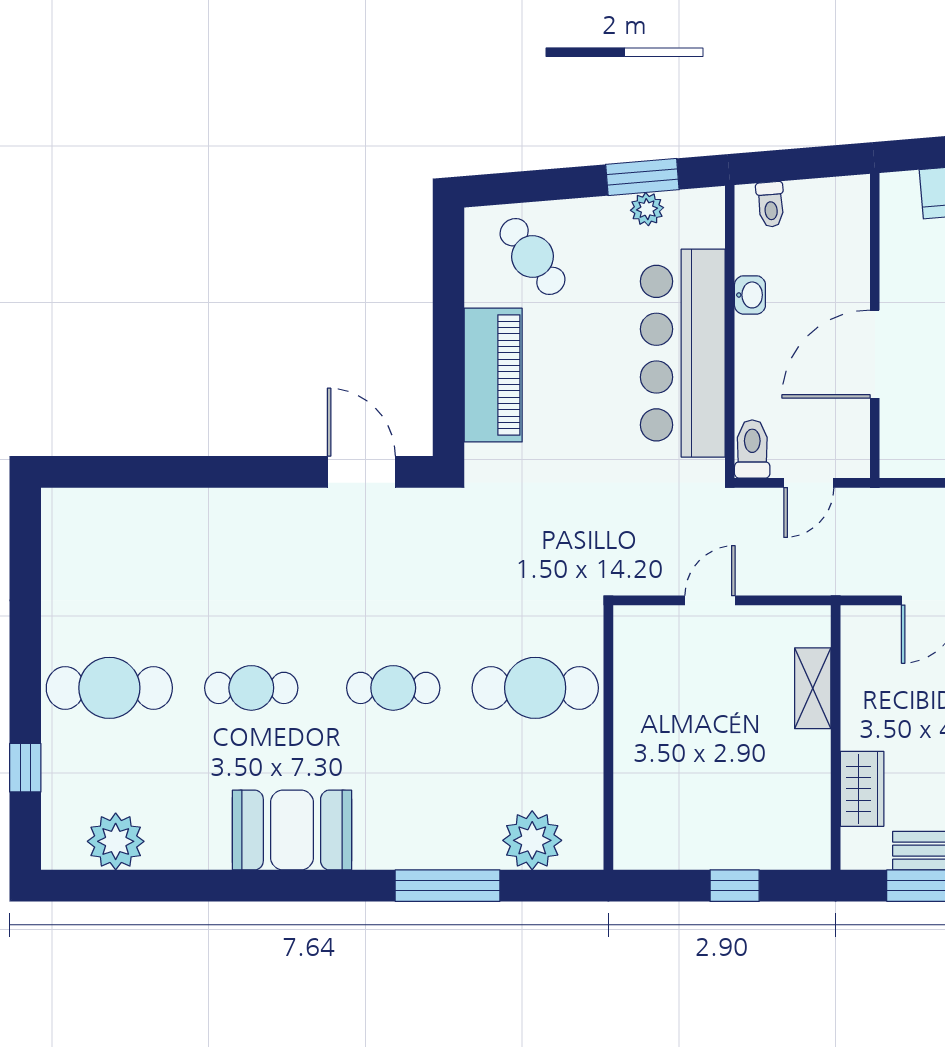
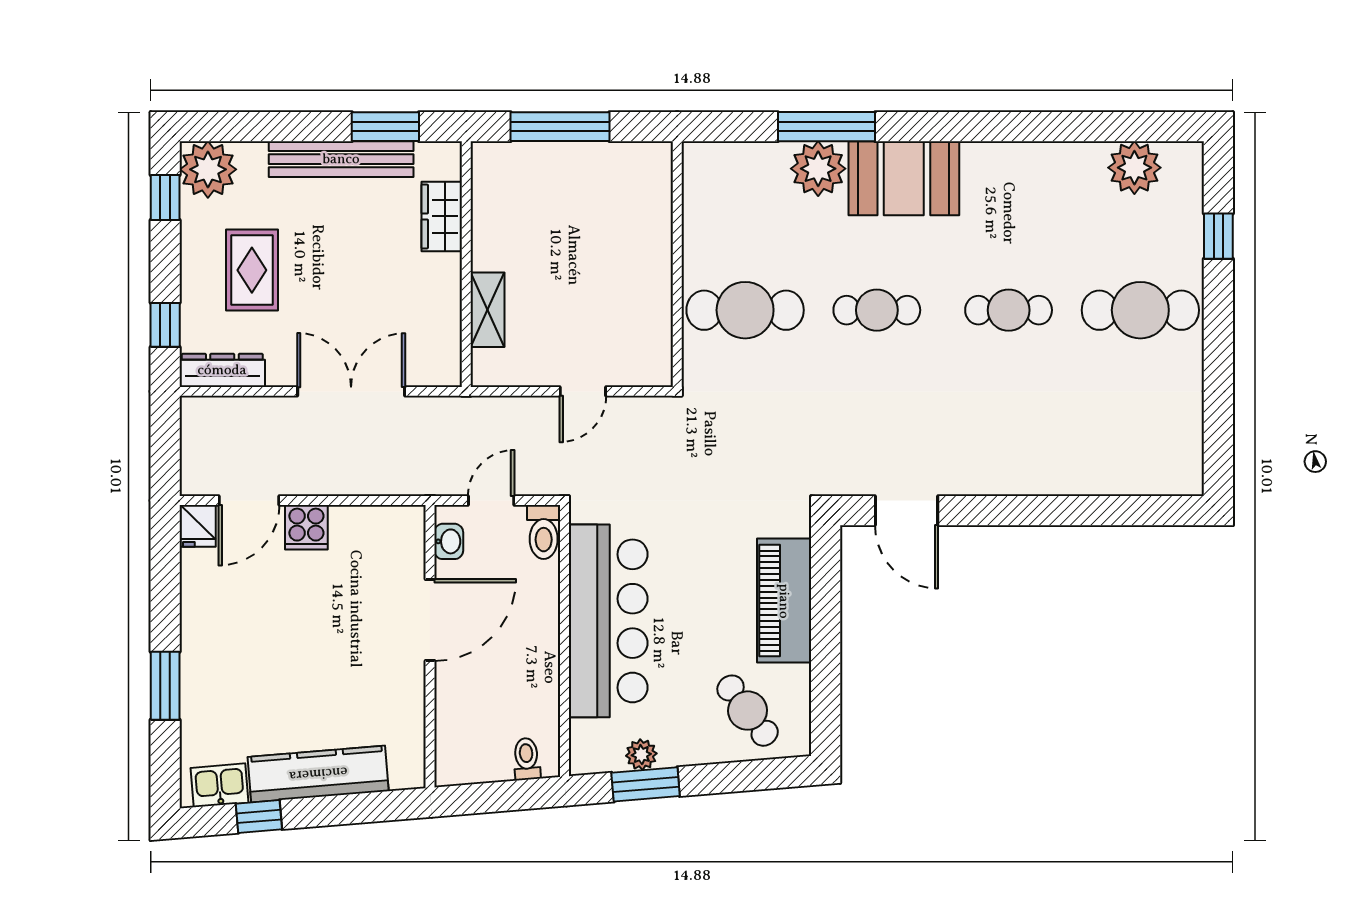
washbasin: (750, 295) -> (449, 541), moved, turned 180
booth: (292, 830) -> (904, 178), moved
plant: (532, 840) -> (818, 169), moved
window: (735, 886) -> (560, 127), width x2.17

